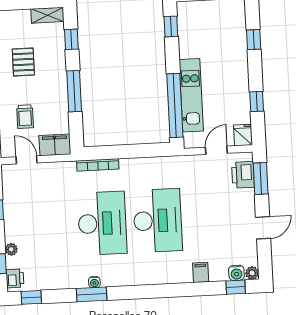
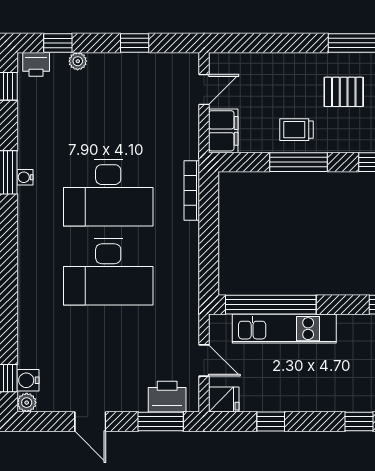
trolley: (25, 117) -> (297, 130), moved
filing cabinet: (201, 272) -> (31, 329), removed

